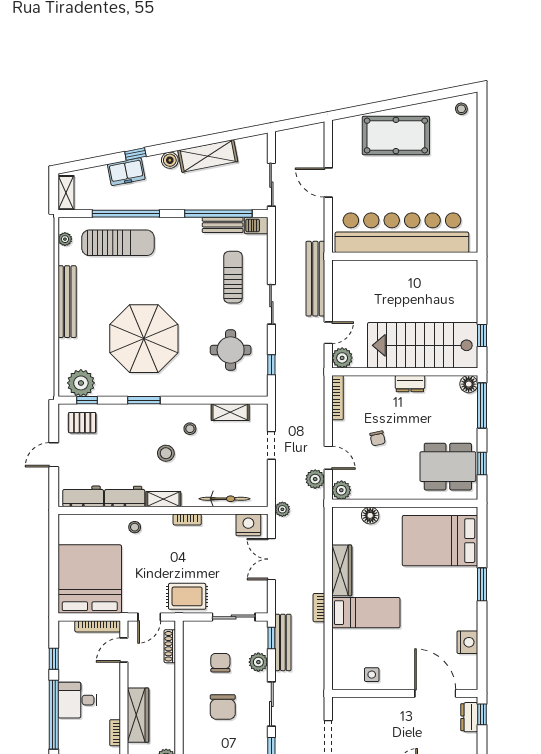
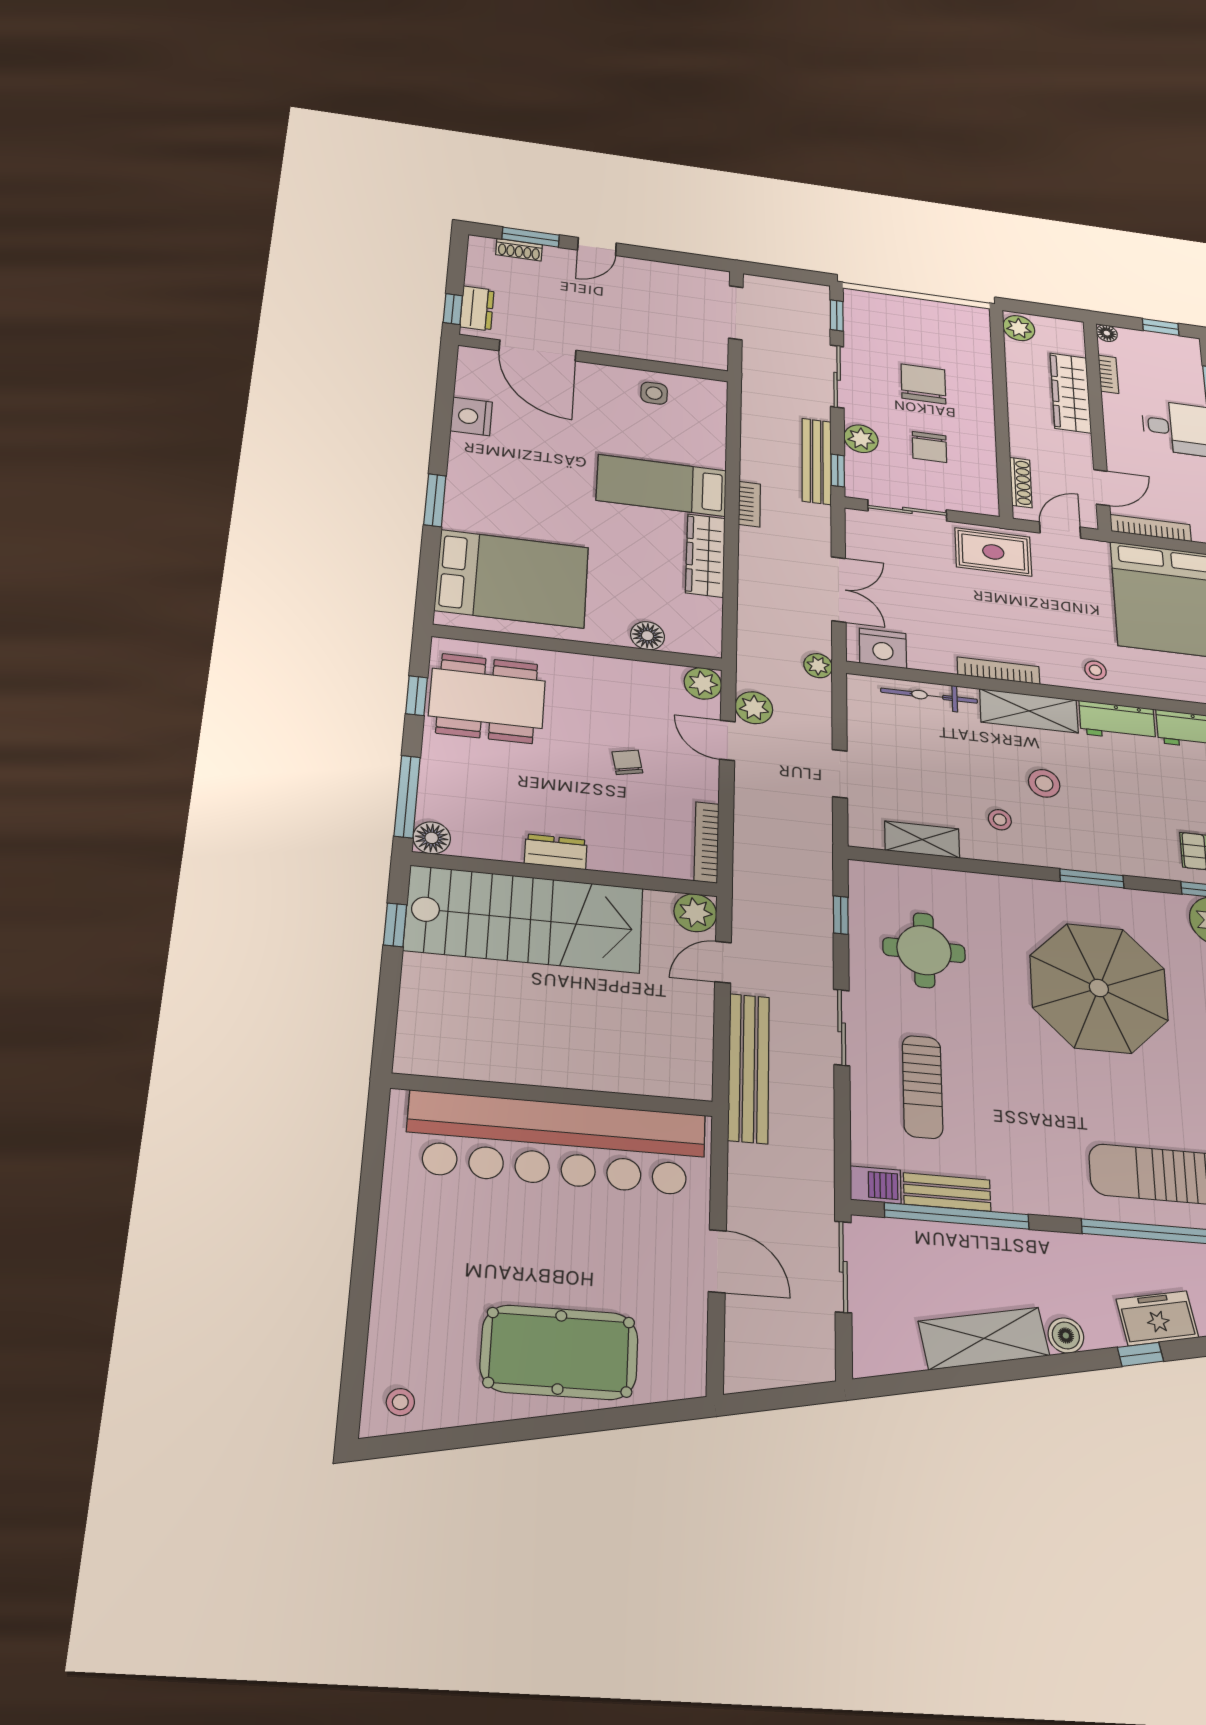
shelving: (163, 499) -> (1029, 711), width x1.50, depth x1.33
bookcase: (187, 520) -> (998, 671), width x1.56

